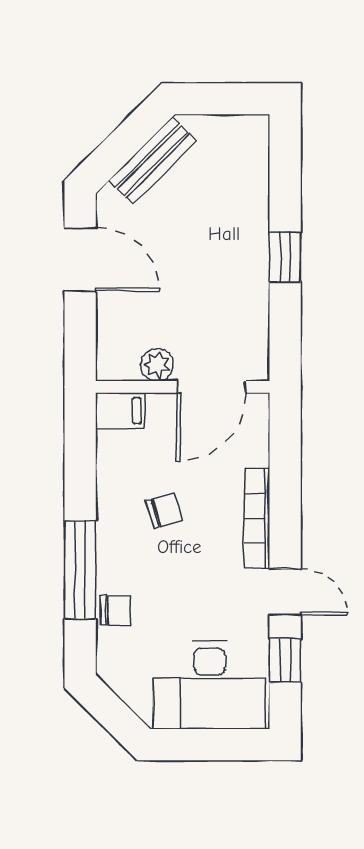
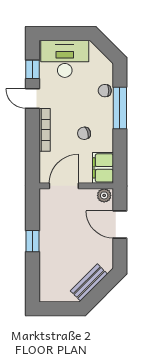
door: (80, 260) -> (120, 225), moved
plant: (157, 365) -> (104, 195), moved
filing cabinet: (120, 411) -> (103, 168), width x2.00

